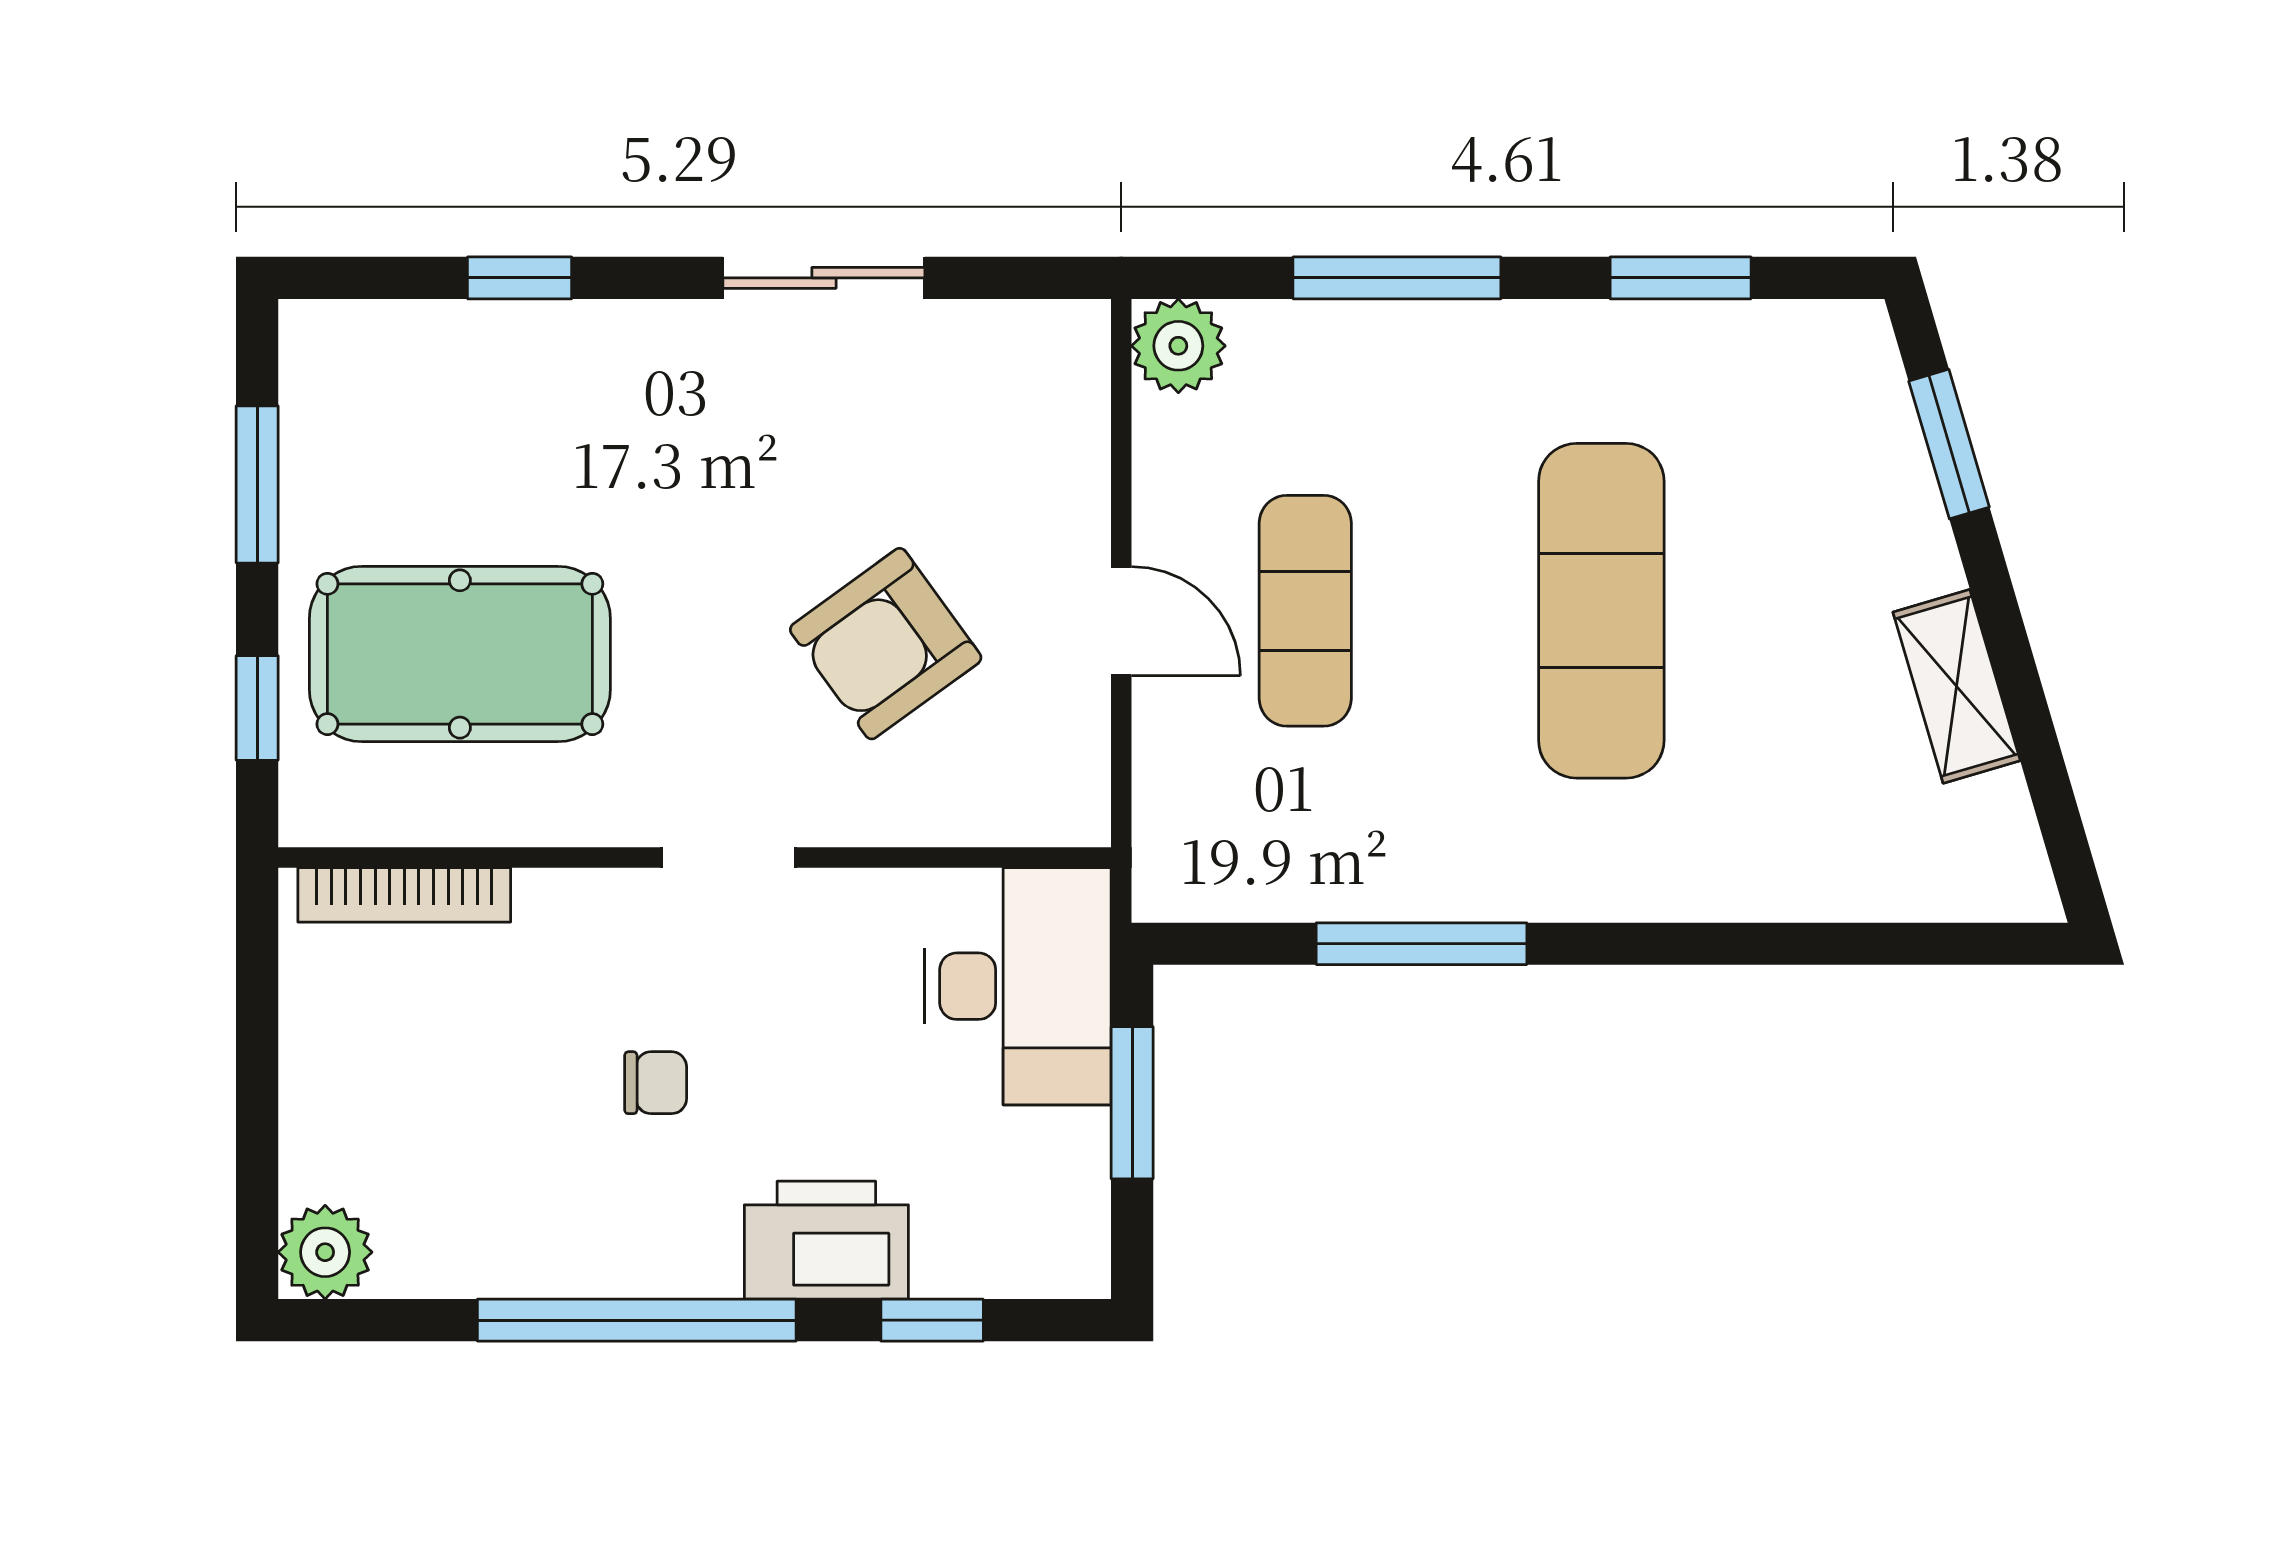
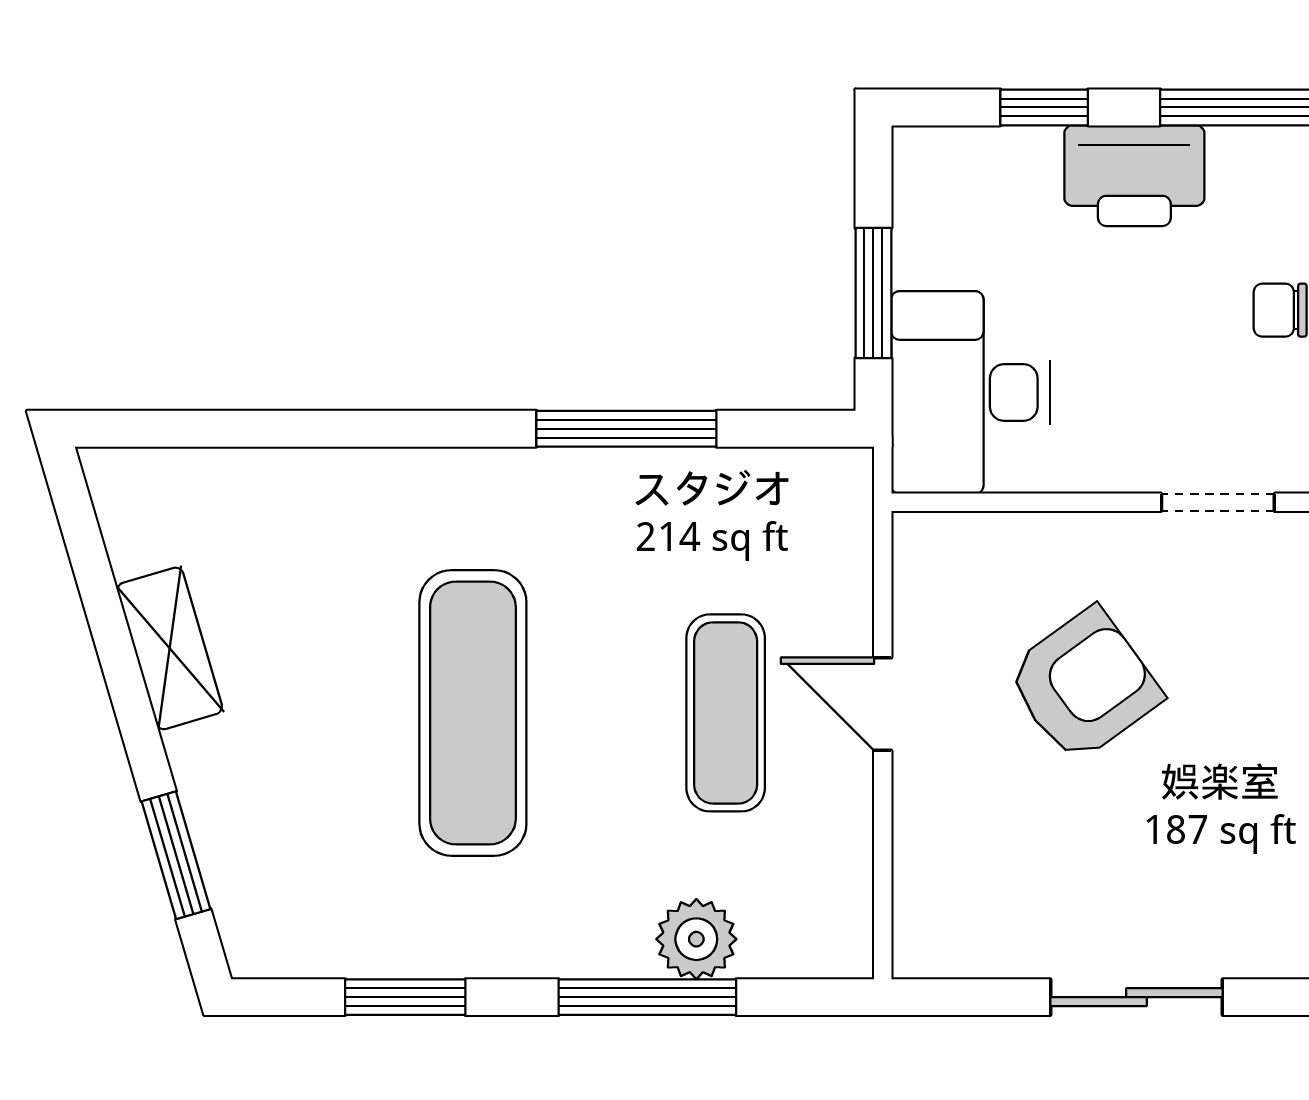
plant: (1178, 346) -> (696, 939), moved

